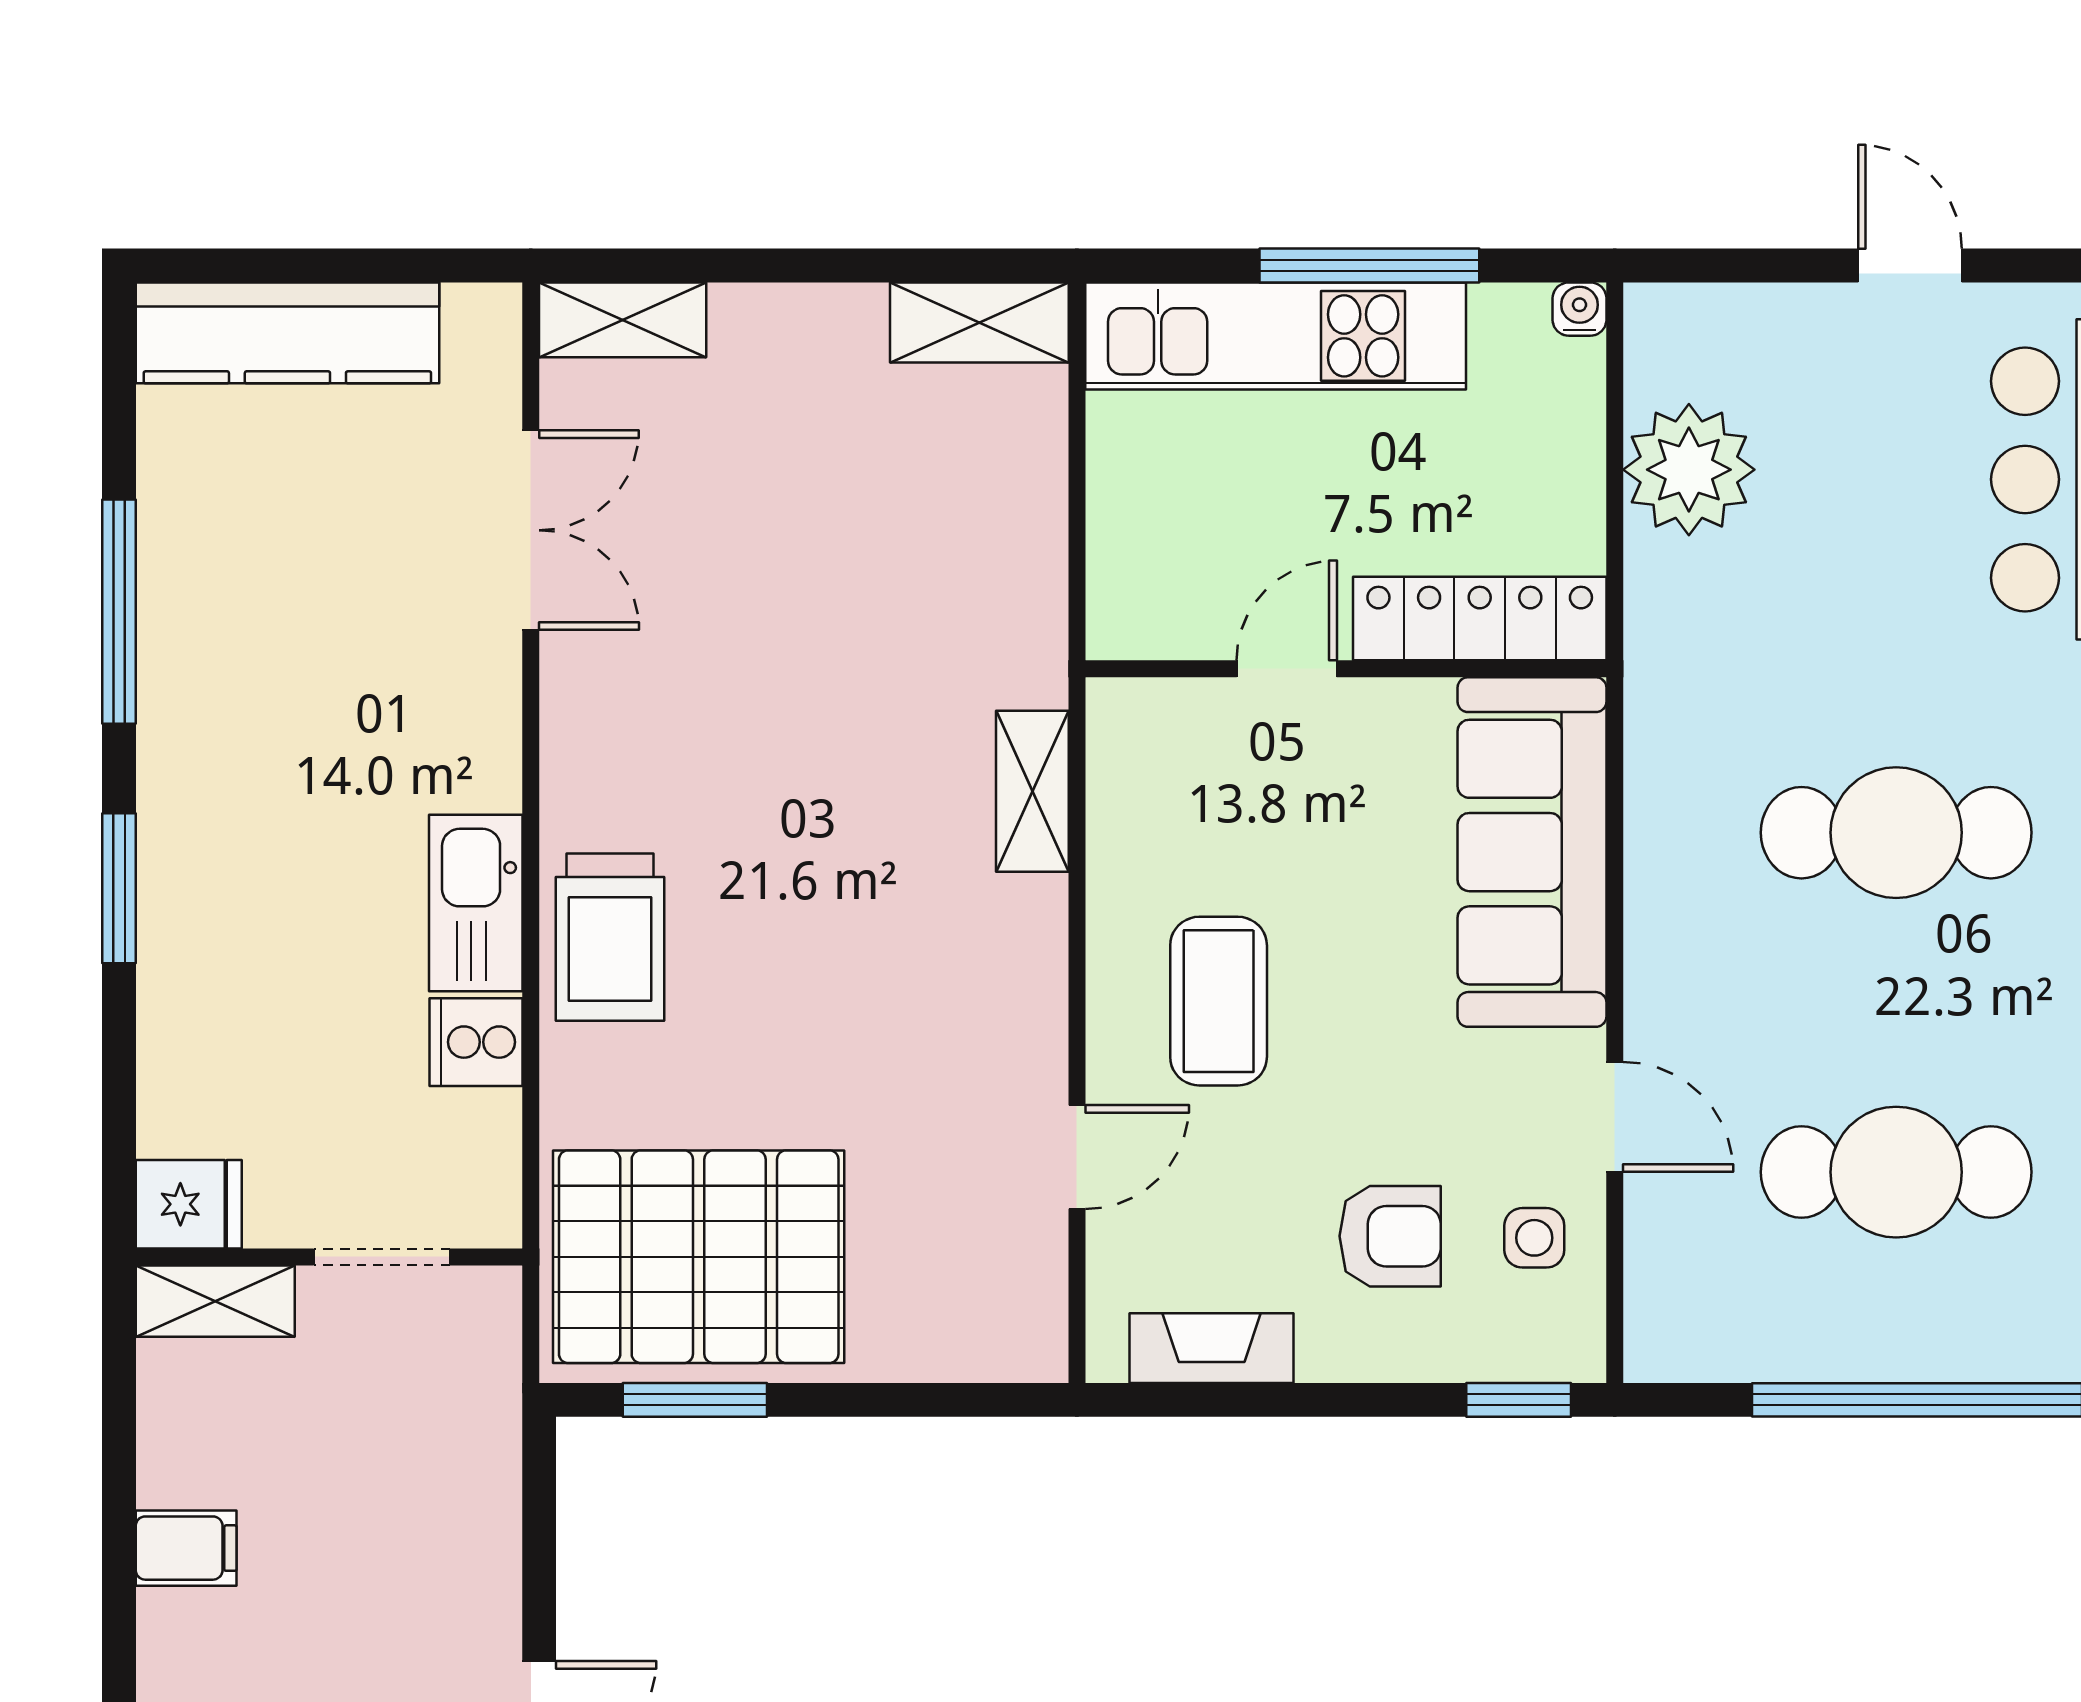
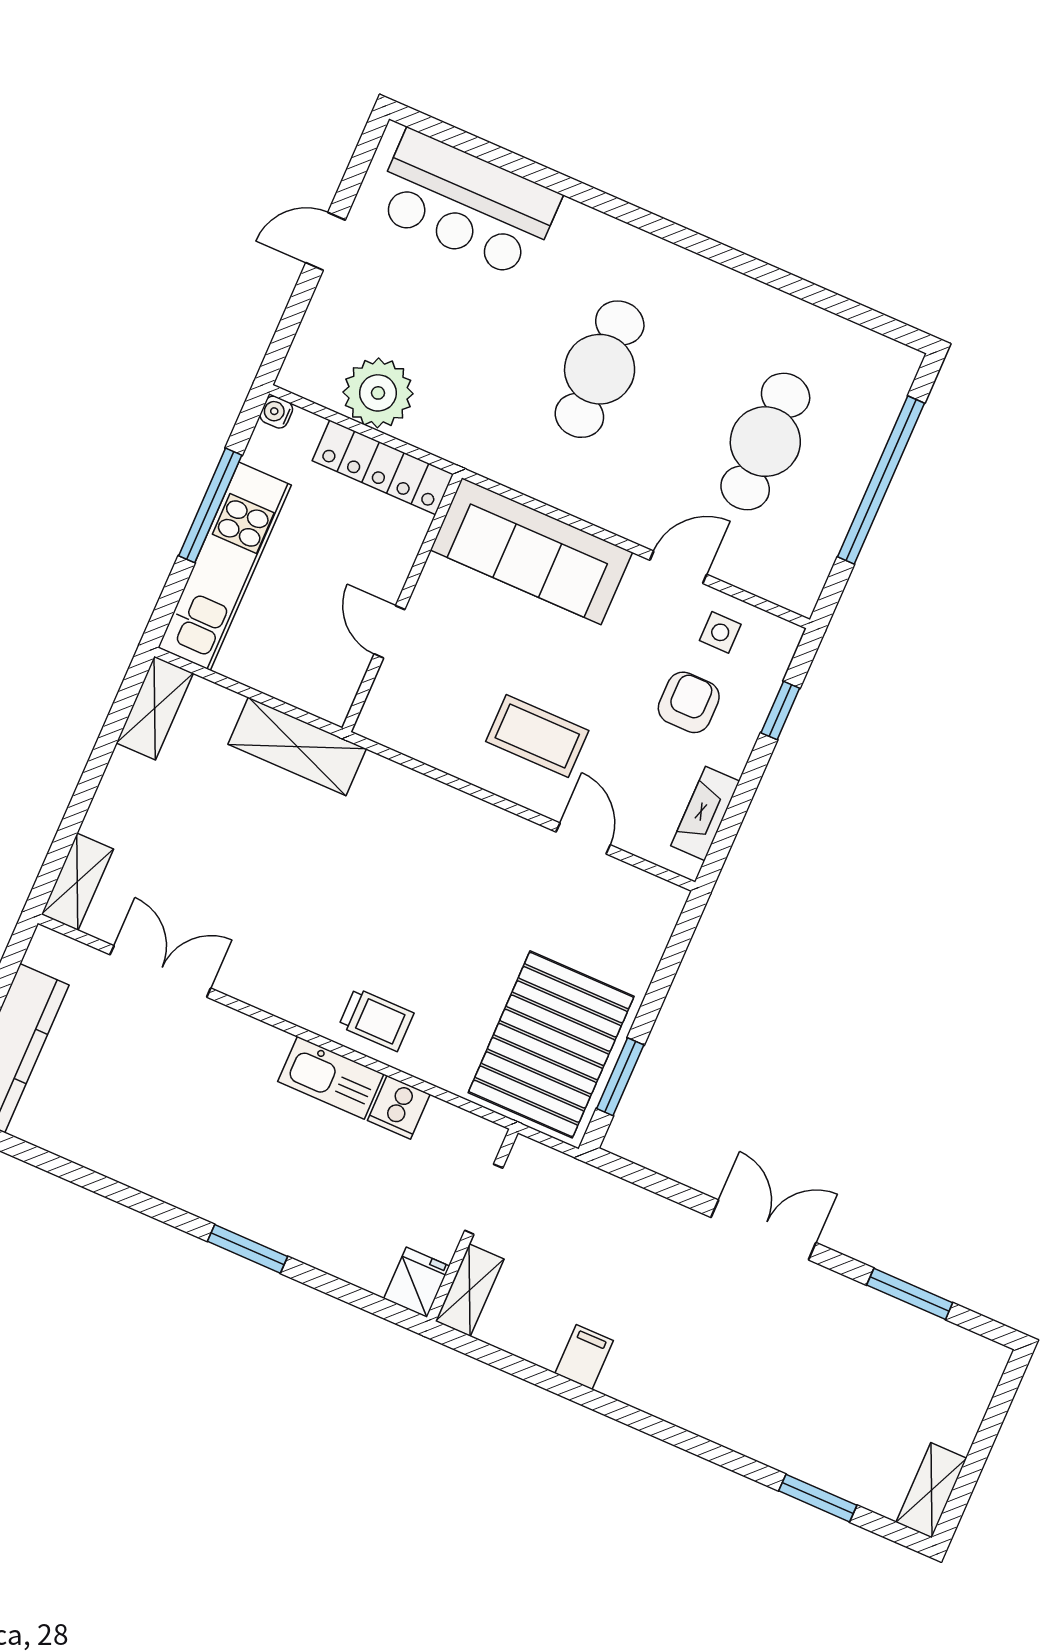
window: (119, 612) -> (112, 1190), removed
locker: (1480, 618) -> (383, 467), moved, turned -90
shelving: (1032, 791) -> (297, 746), moved, width x1.50, depth x1.33
trolley: (610, 937) -> (376, 1020), width x0.73, depth x0.72
window: (1519, 1400) -> (780, 711), moved

